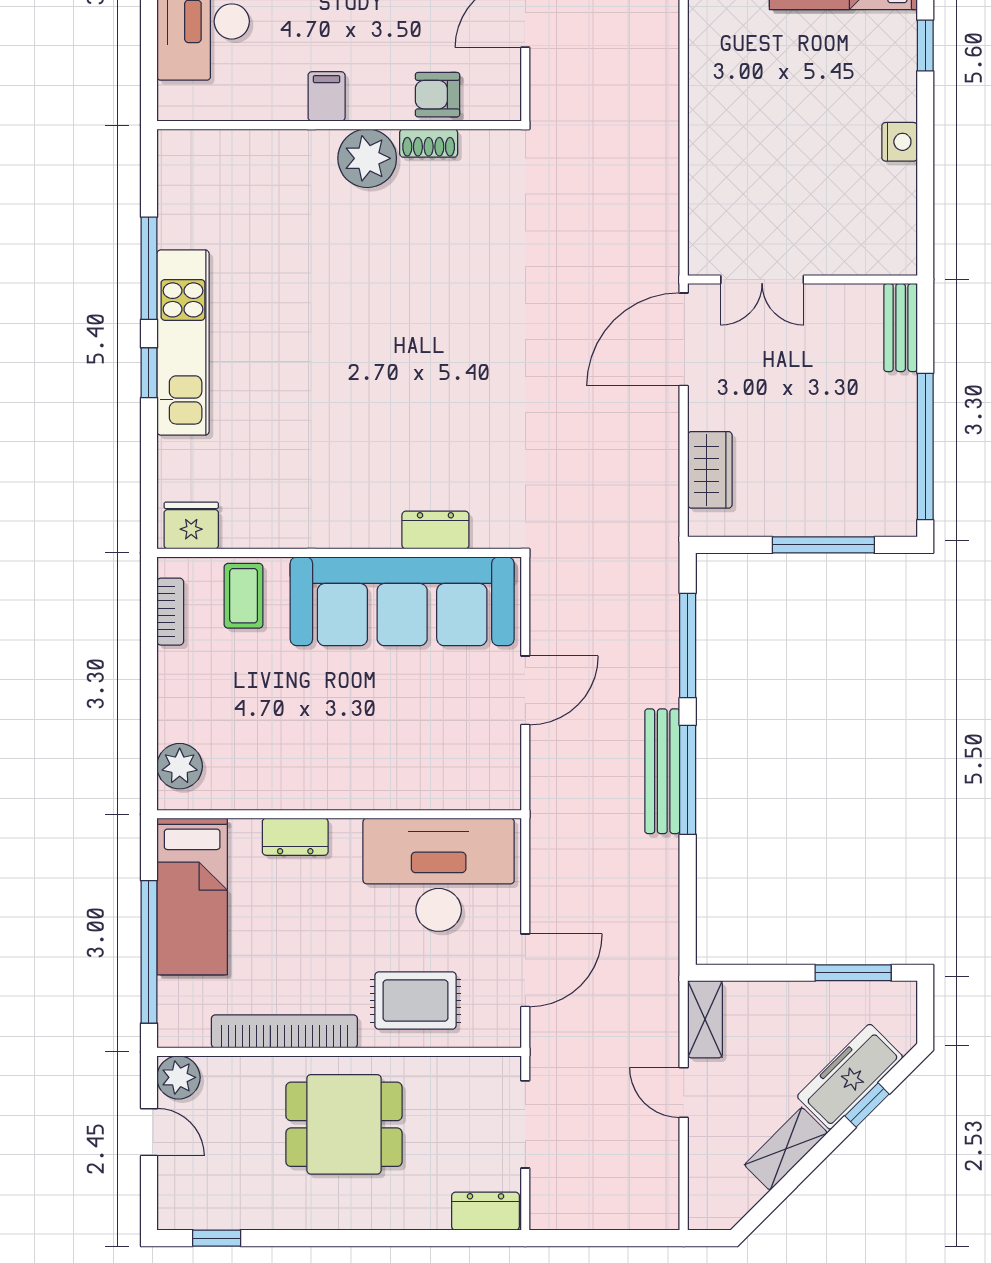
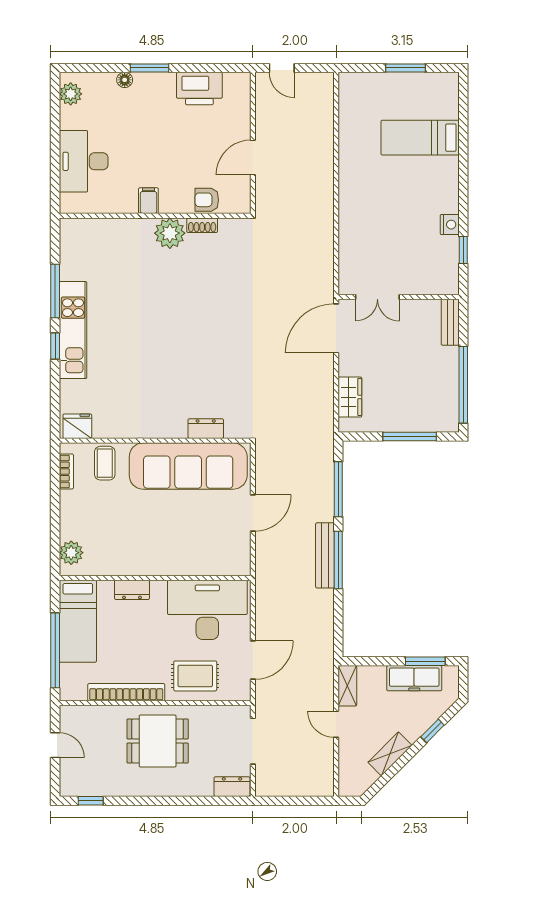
window: (925, 45) -> (463, 250), moved
plant: (178, 1077) -> (71, 716), removed
freezer: (850, 1077) -> (414, 678), moved, turned -135

